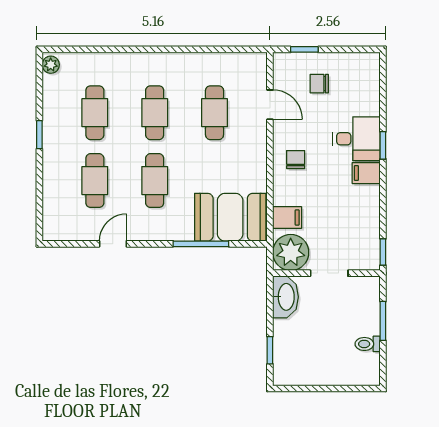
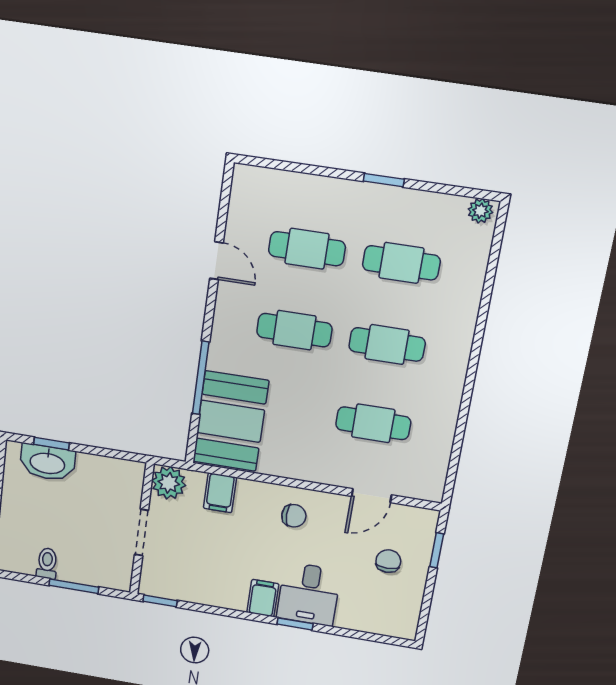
plant: (291, 252) -> (169, 483), width x0.73, depth x0.73
washbasin: (285, 297) -> (47, 462), moved

